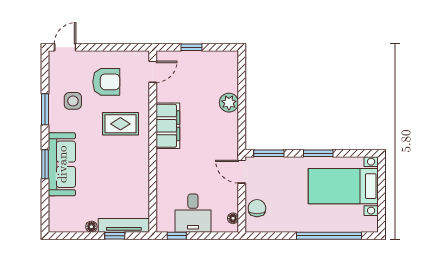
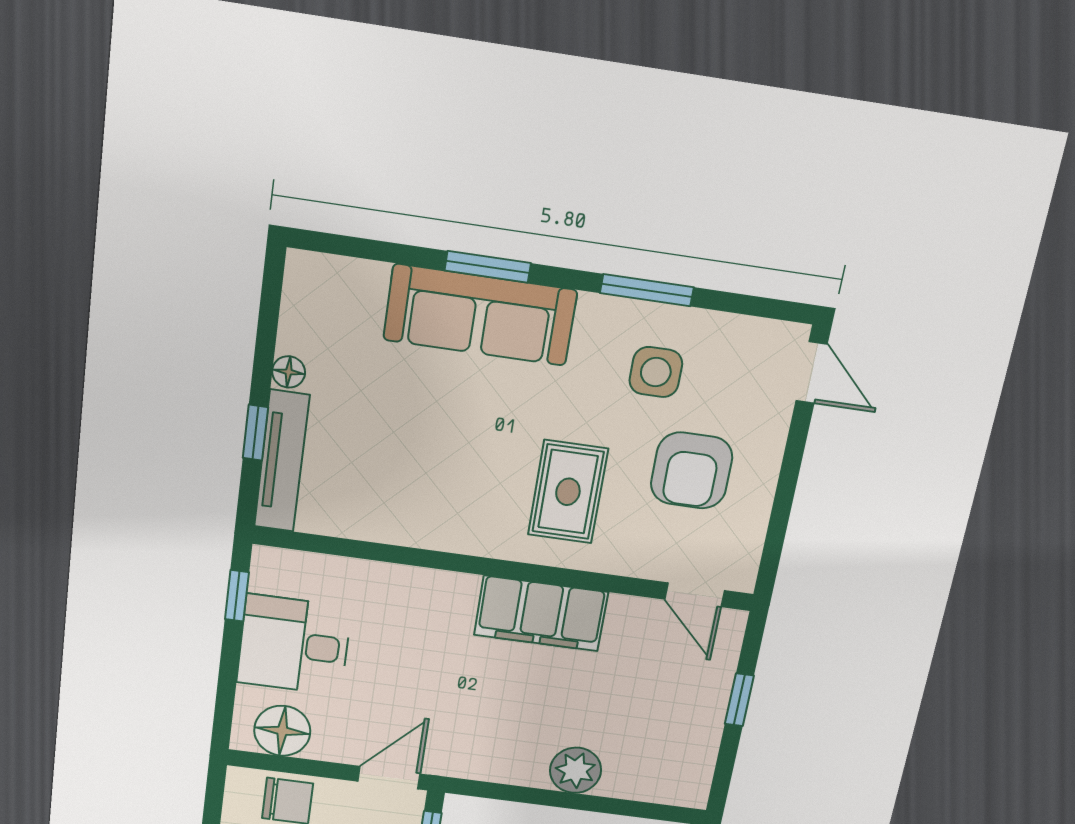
floor lamp: (233, 218) -> (282, 731), width x1.89, depth x1.89

